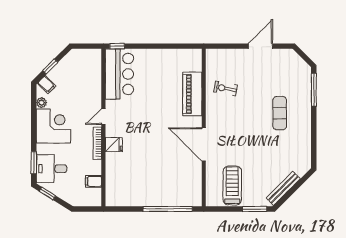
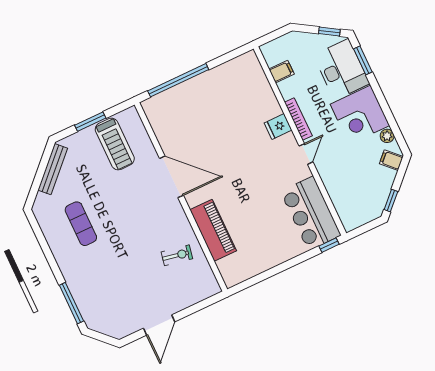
window: (50, 66) -> (391, 201), moved
exercise mat: (280, 113) -> (81, 224), moved
desk: (51, 169) -> (341, 69), width x1.37
window: (255, 209) -> (90, 122), moved

